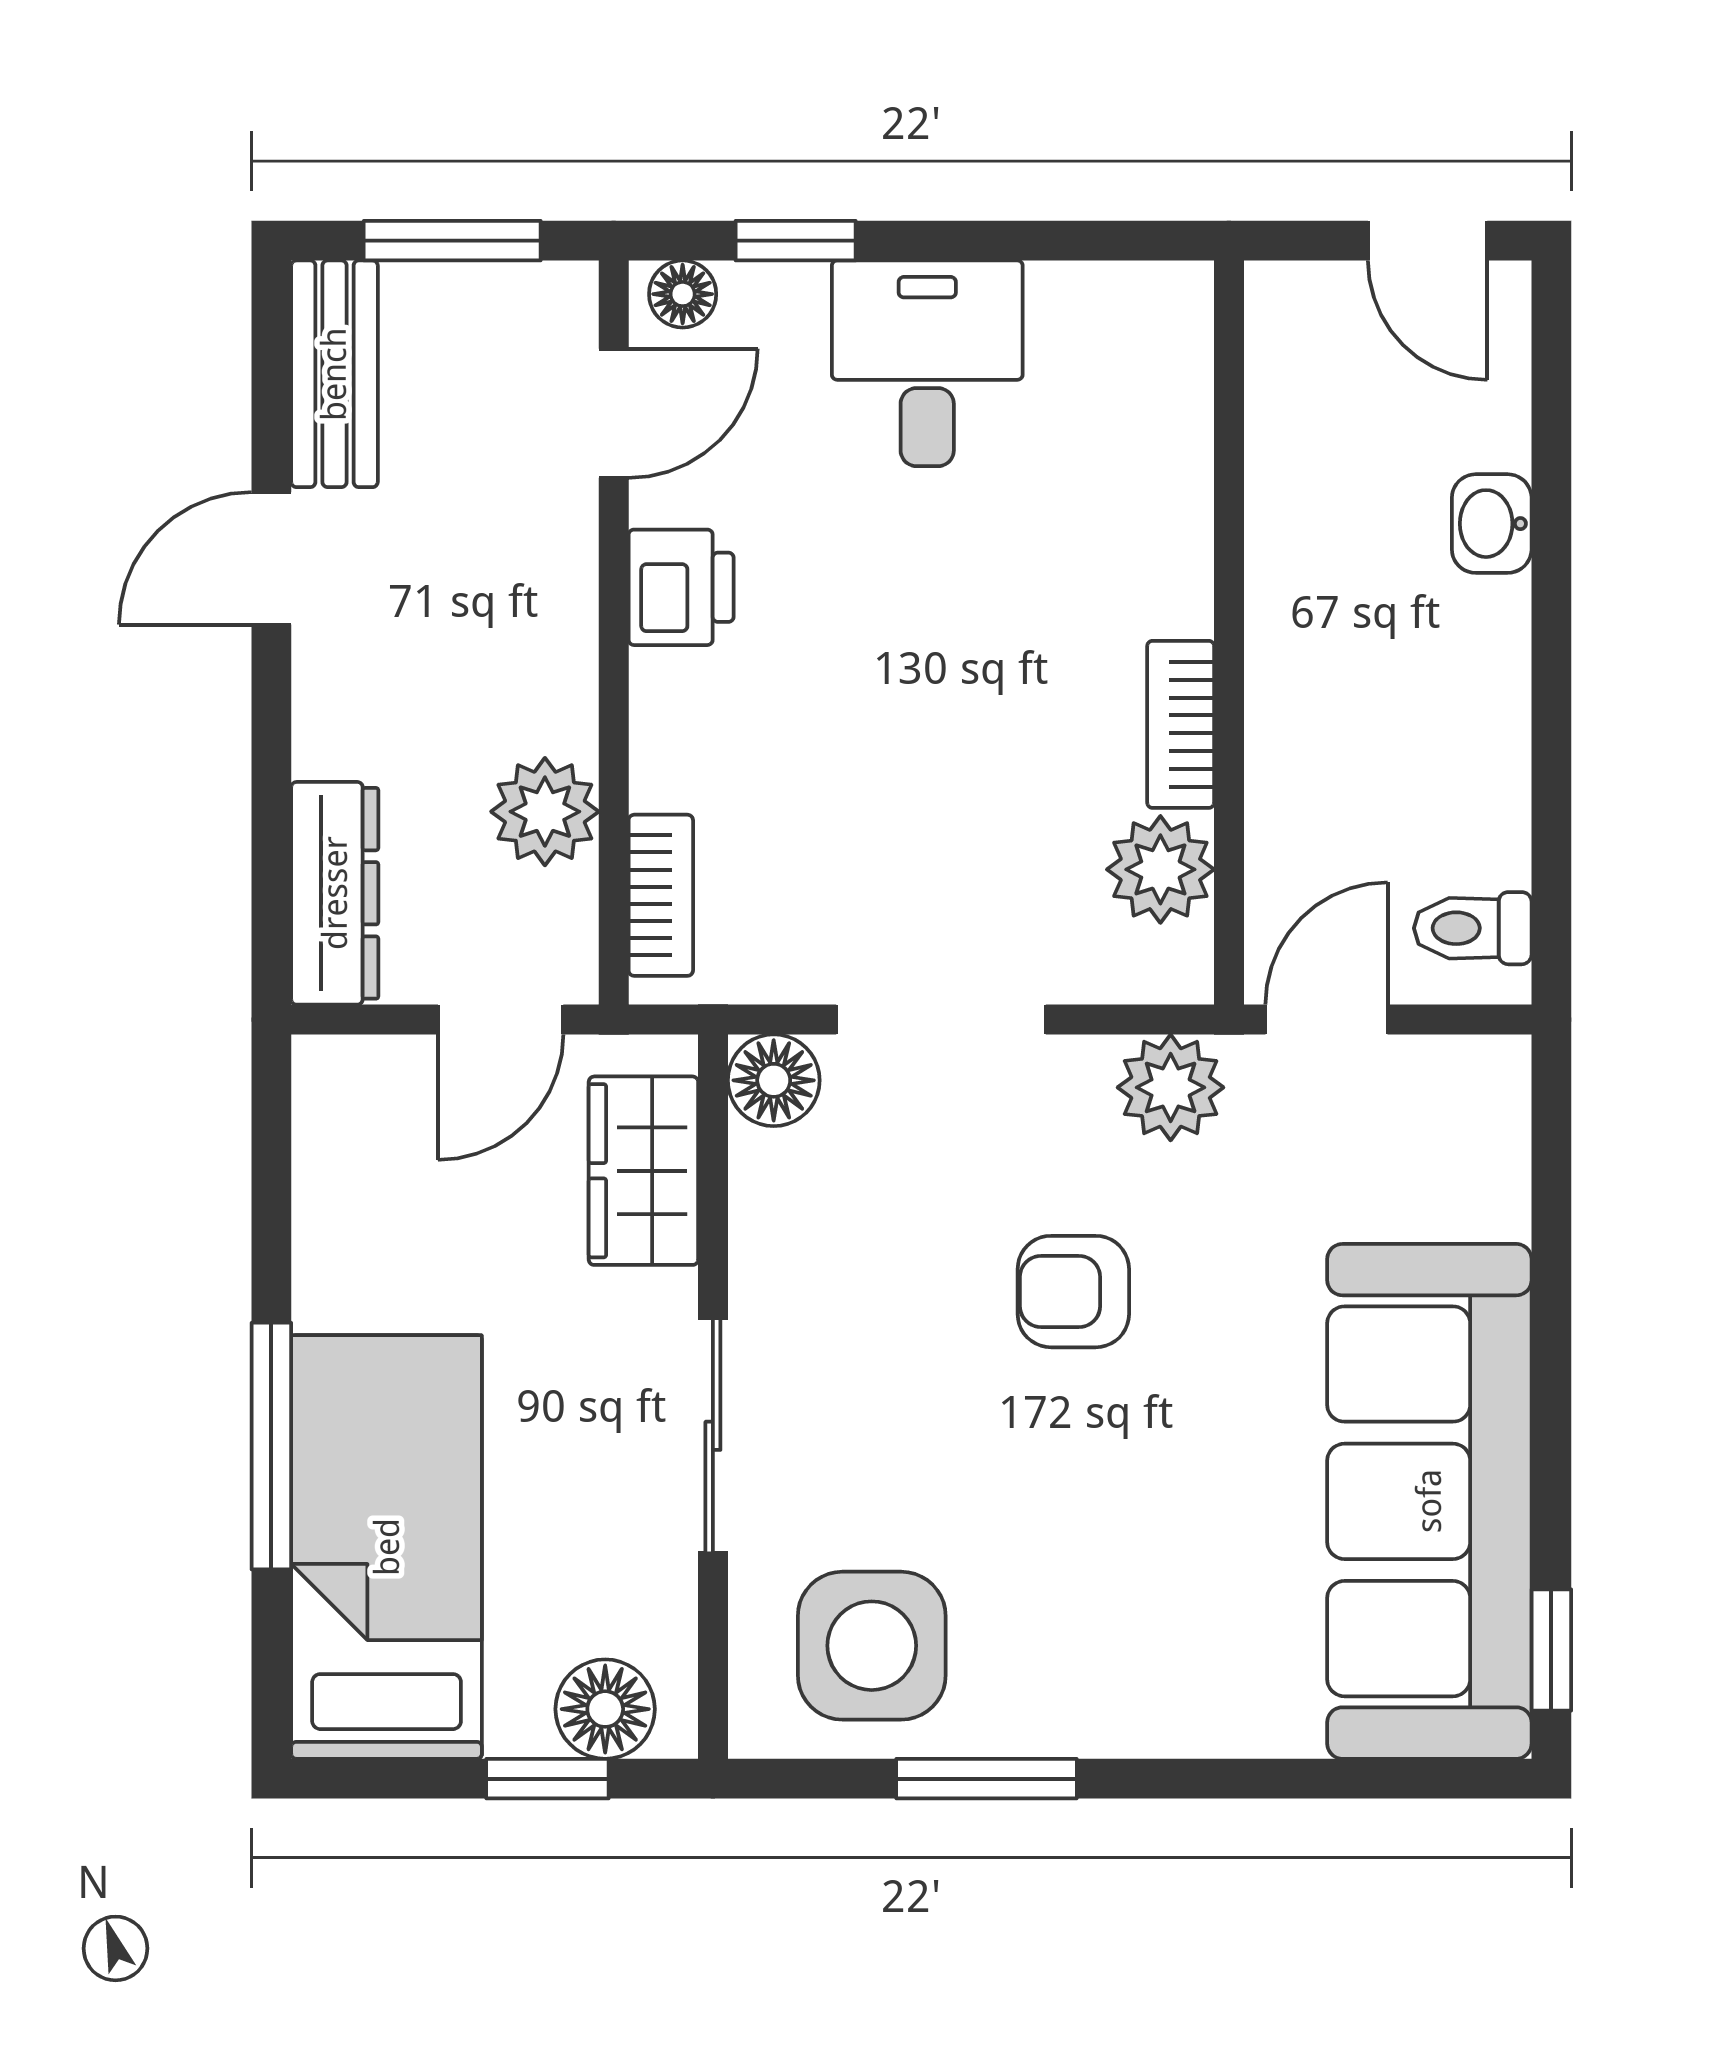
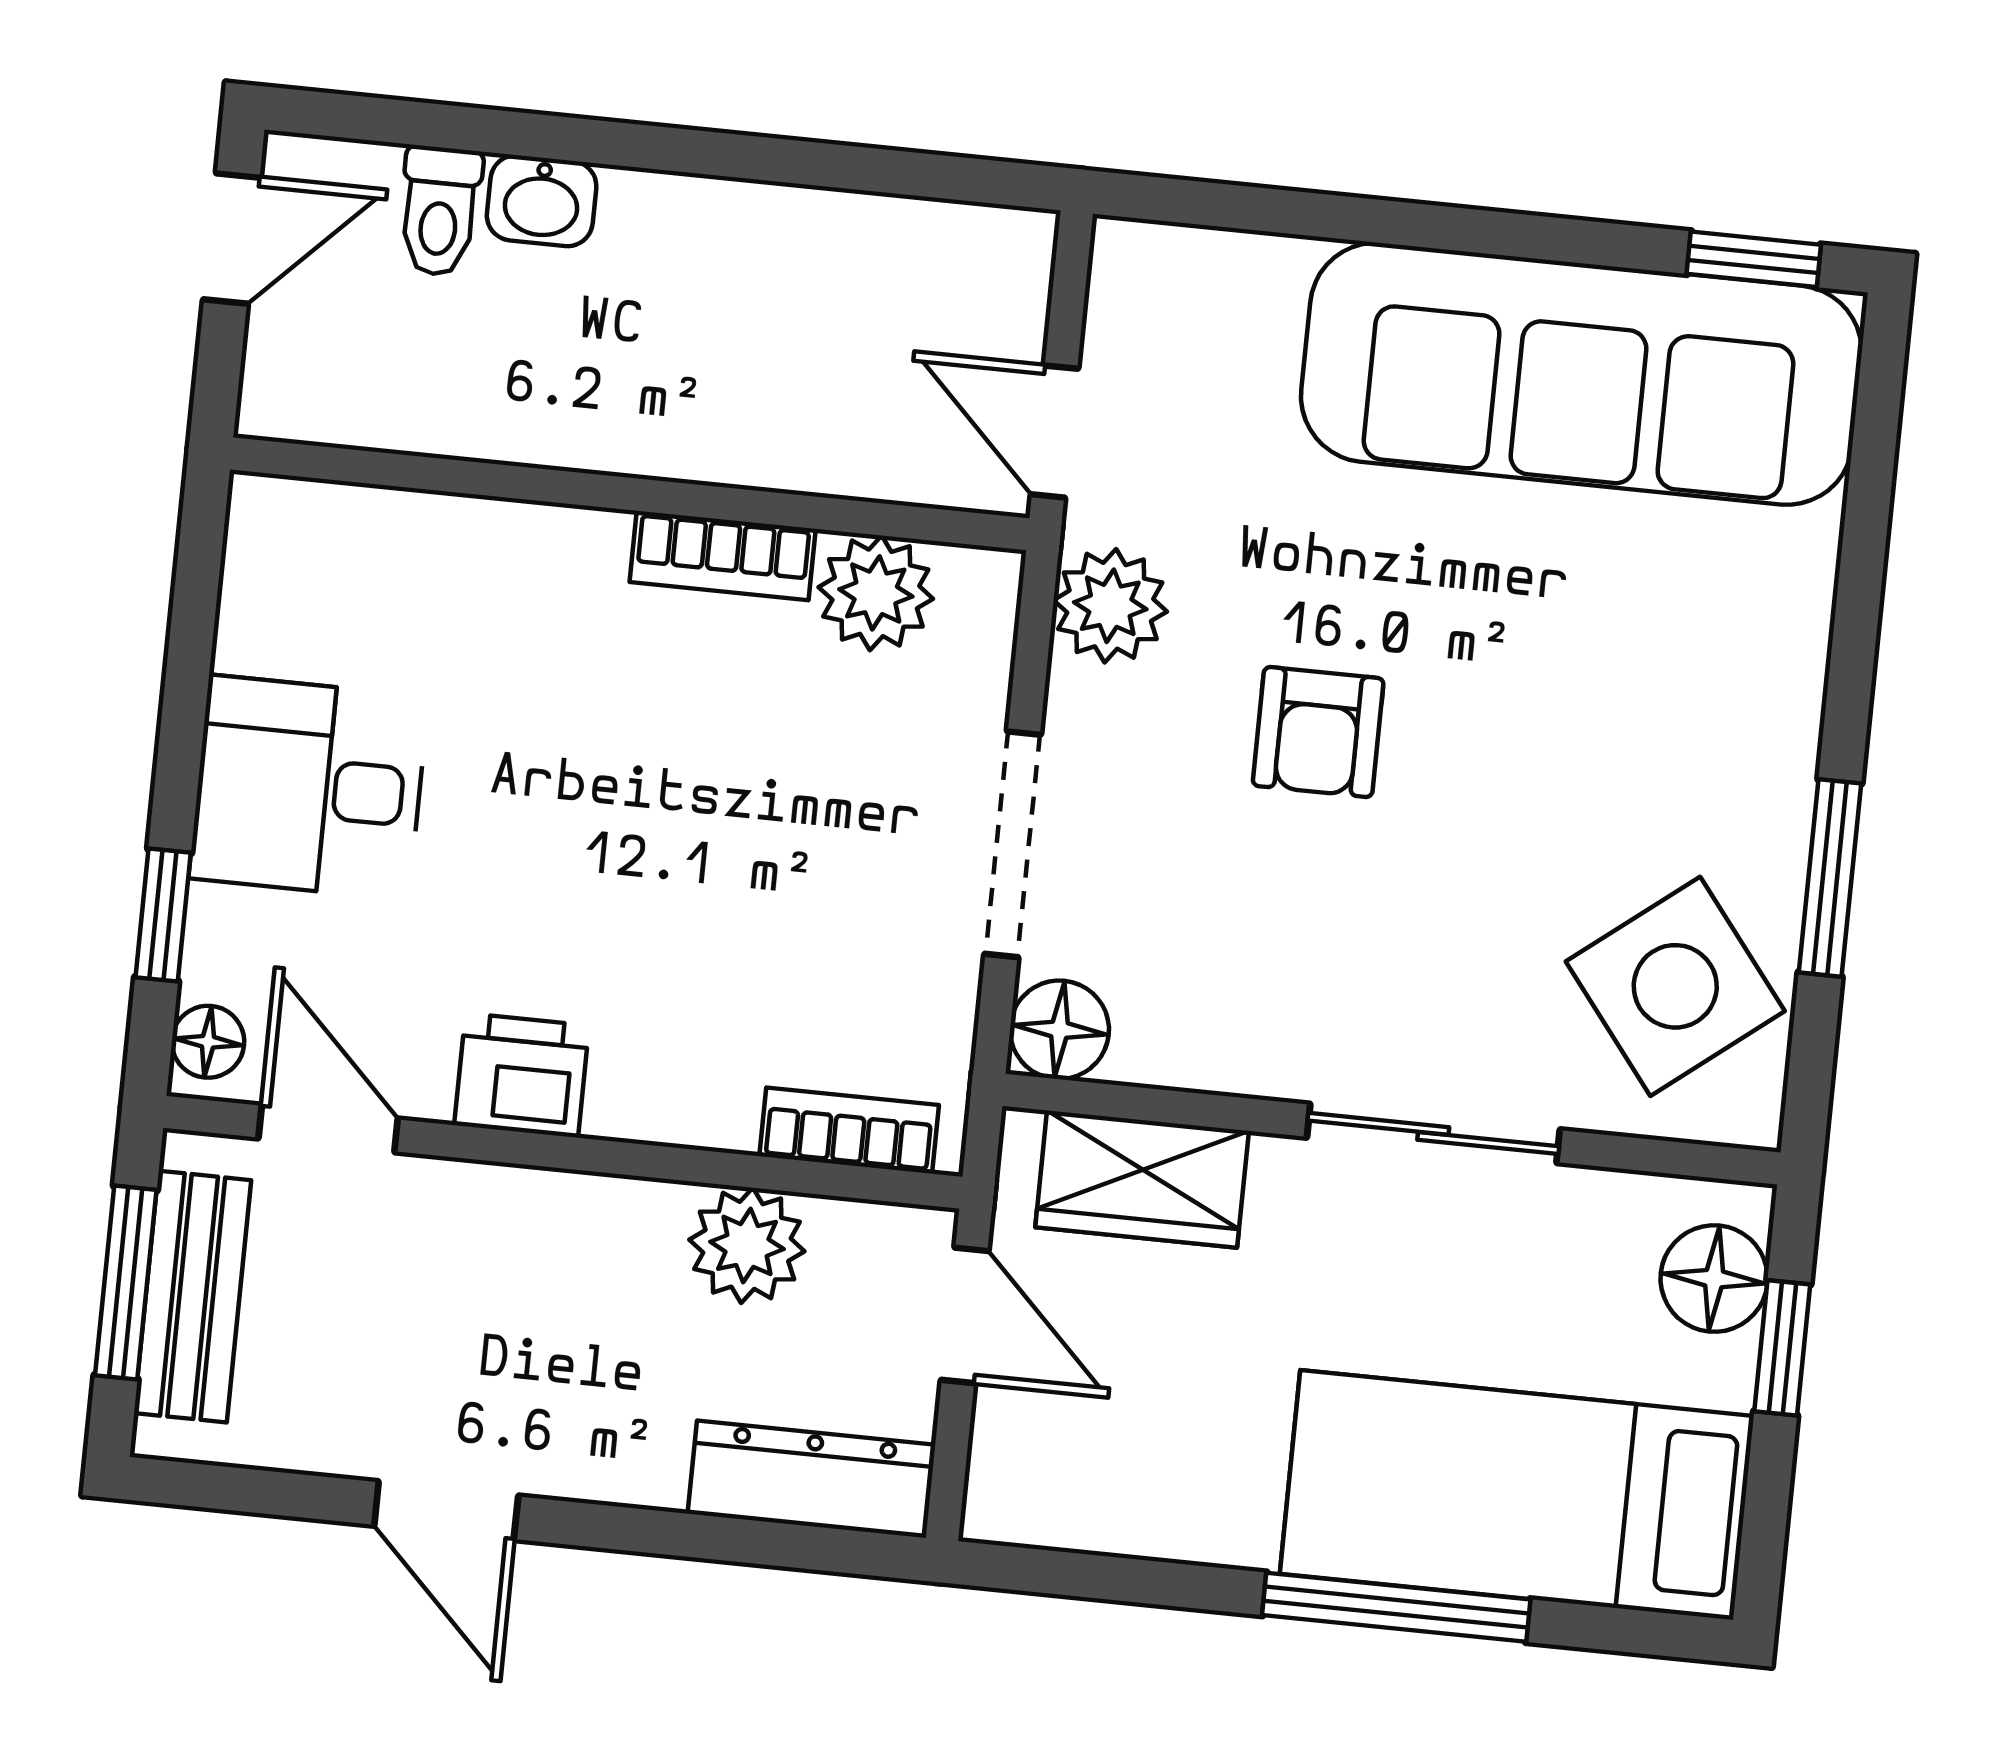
bench: (334, 374) -> (193, 1297), moved, turned 90
toilet: (1473, 928) -> (440, 211), moved
side table: (872, 1646) -> (1675, 986), turned -38

